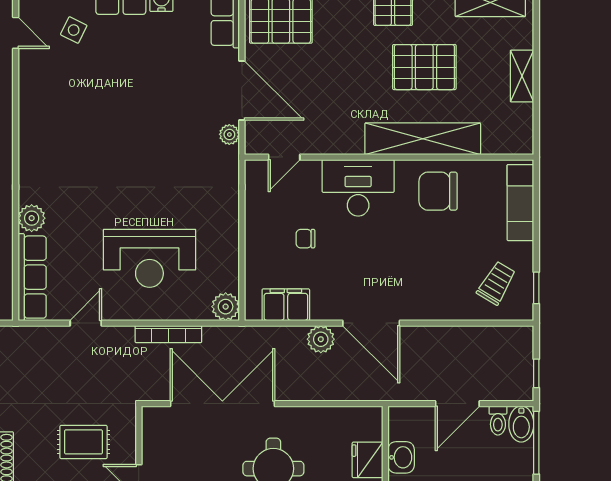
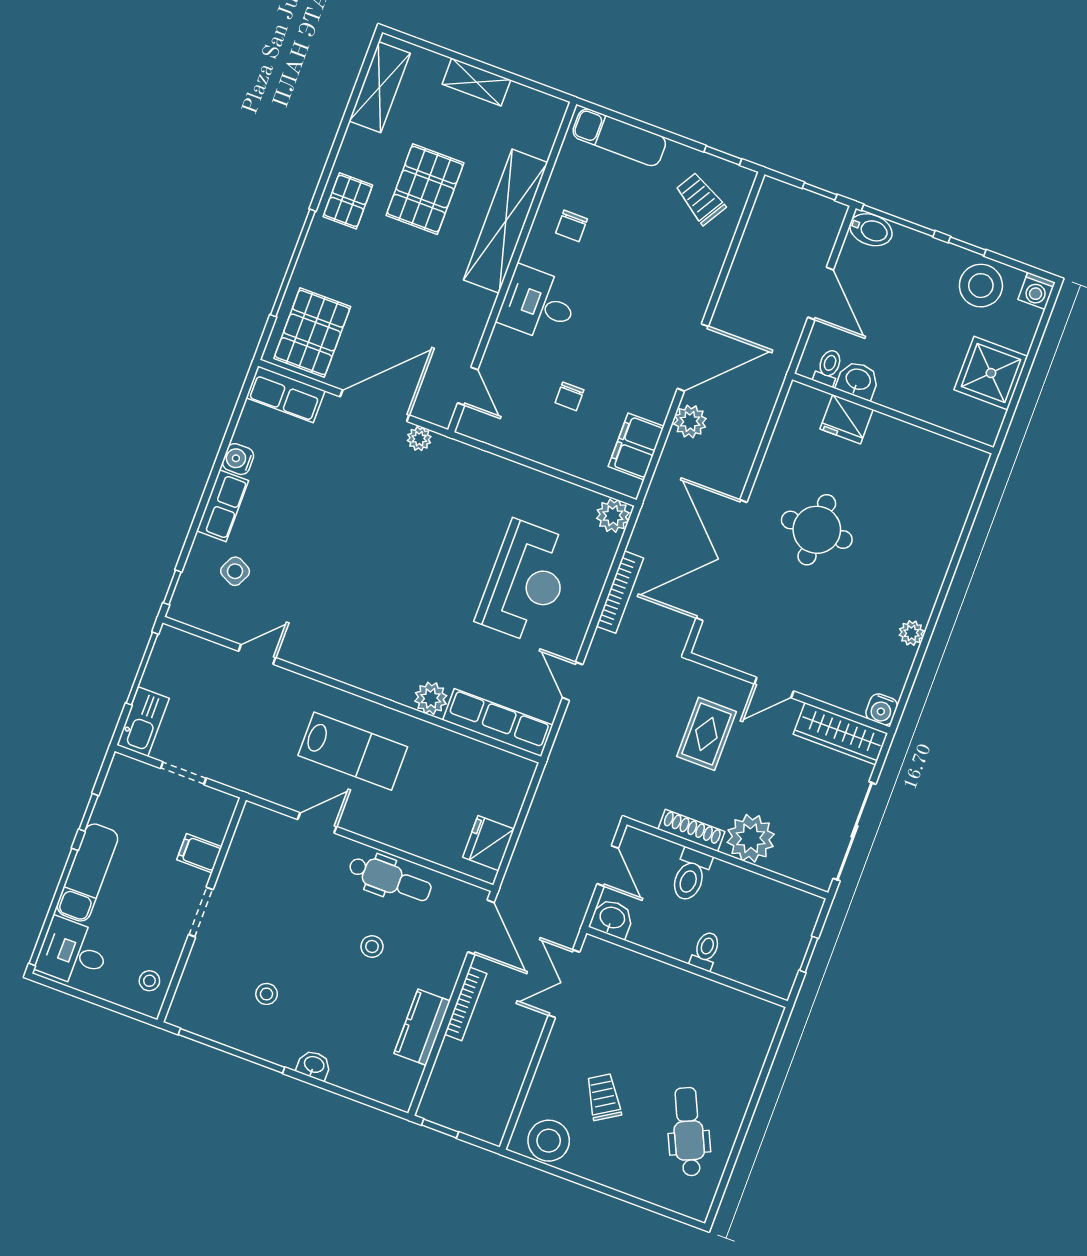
door: (16, 33) -> (257, 654), moved
desk: (358, 188) -> (538, 304), width x0.73
chair: (438, 191) -> (572, 226), width x0.54, depth x0.54
toilet: (498, 421) -> (828, 367), moved, turned -90

